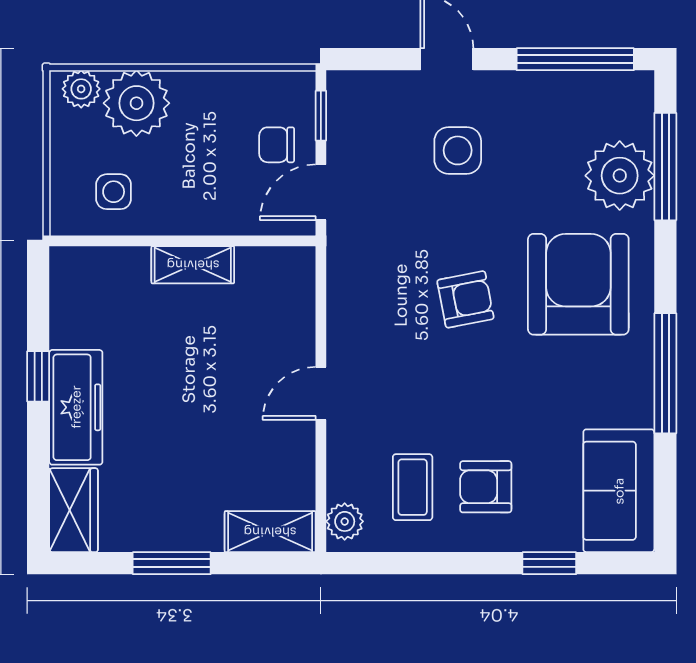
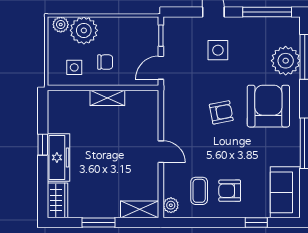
chair: (277, 145) -> (105, 62), moved, turned 180
door: (321, 393) -> (161, 152), swing flipped

